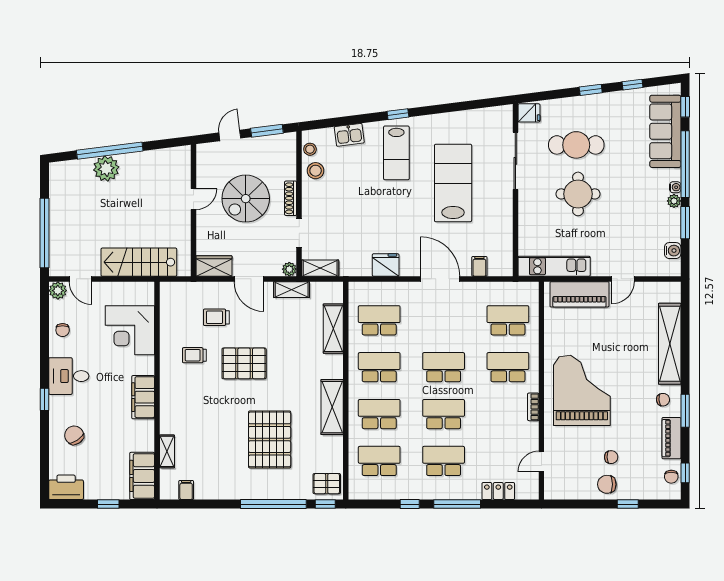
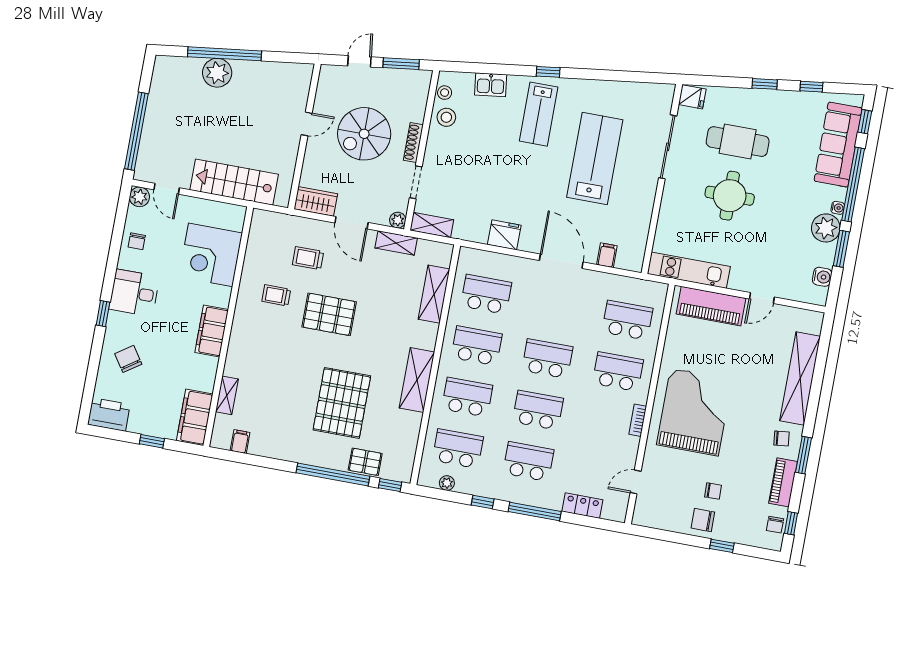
plant: (674, 201) -> (826, 228), width x1.87, depth x1.87
pallet: (327, 484) -> (365, 462), moved
plant: (375, 493) -> (447, 483), added

